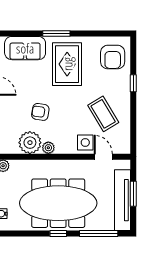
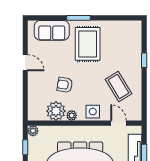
armchair: (113, 57) -> (127, 38), removed
side table: (85, 142) -> (93, 112), moved

